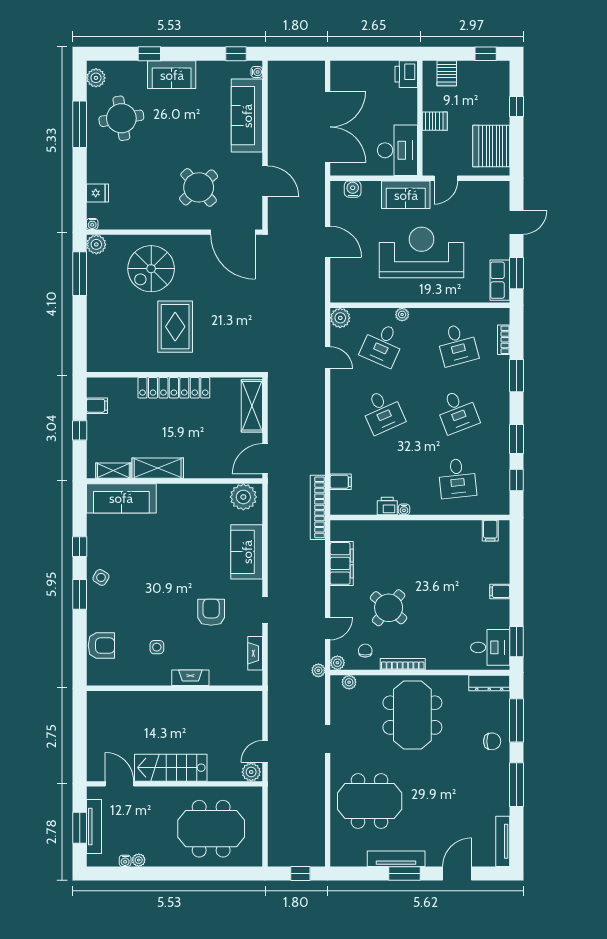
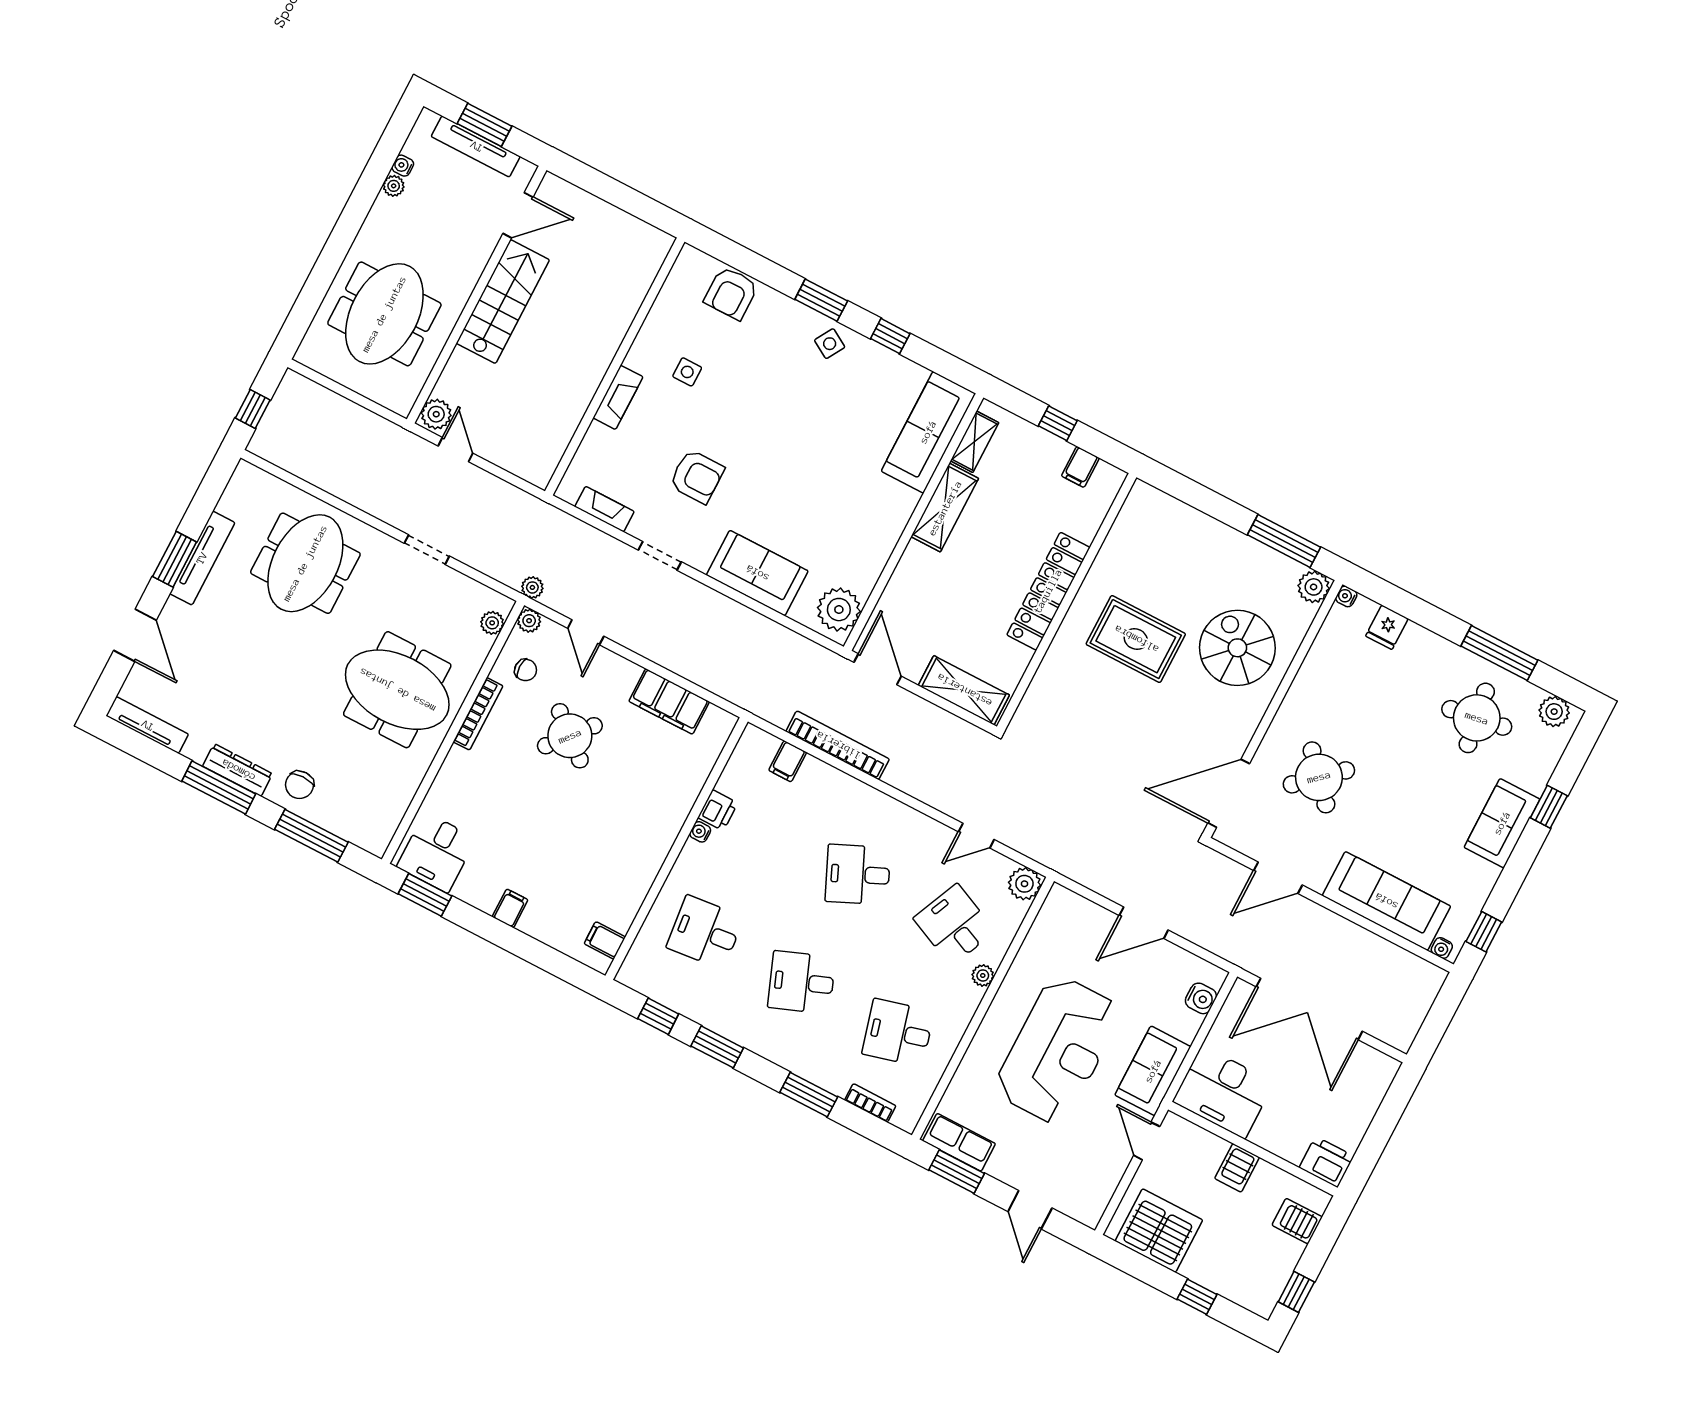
bookcase: (318, 507) -> (838, 745), moved
dresser: (489, 683) -> (238, 770), moved, turned 90

